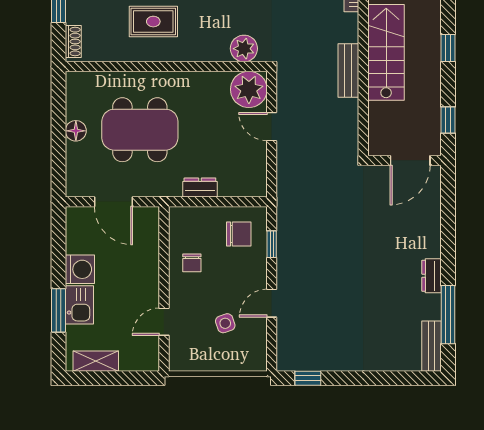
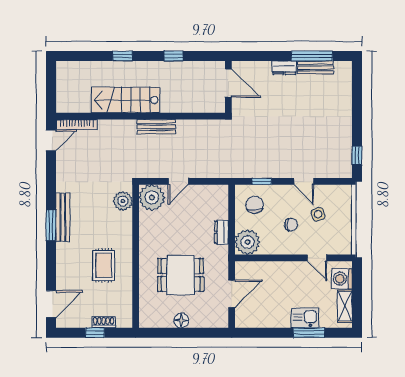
shoe rack: (73, 42) -> (104, 322), moved
bench: (348, 71) -> (156, 127), moved
dining table: (140, 130) -> (181, 275), width x0.73
wall: (405, 160) -> (228, 87), moved
door: (410, 160) -> (228, 83), moved
plant: (186, 224) -> (247, 242), added
chair: (192, 263) -> (291, 225), moved
washing machine: (80, 269) -> (342, 279), moved, turned -90
bench: (432, 346) -> (316, 68), moved

